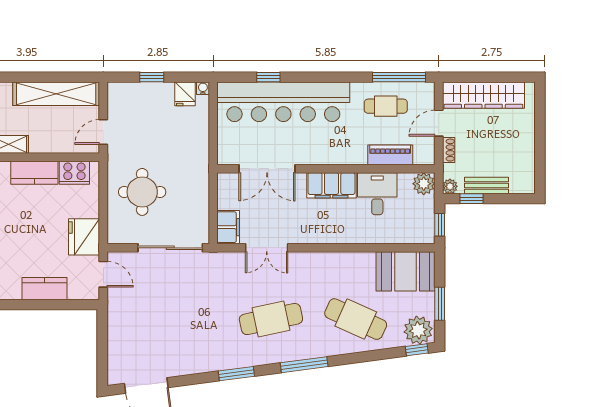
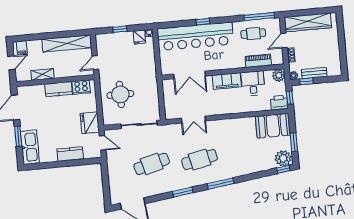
window: (268, 77) -> (203, 22), moved
filing cabinet: (228, 227) -> (171, 110), removed
printer: (420, 232) -> (279, 103), added
cafe table: (356, 319) -> (152, 164), moved, turned -39

